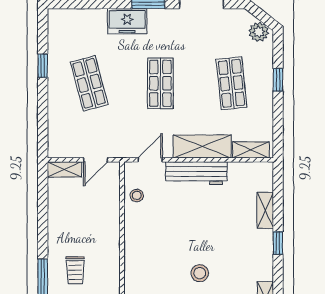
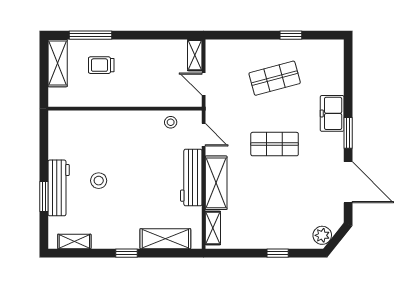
shop shelf: (231, 83) -> (275, 210), removed
shelving: (265, 210) -> (165, 239), width x1.50, depth x1.33

